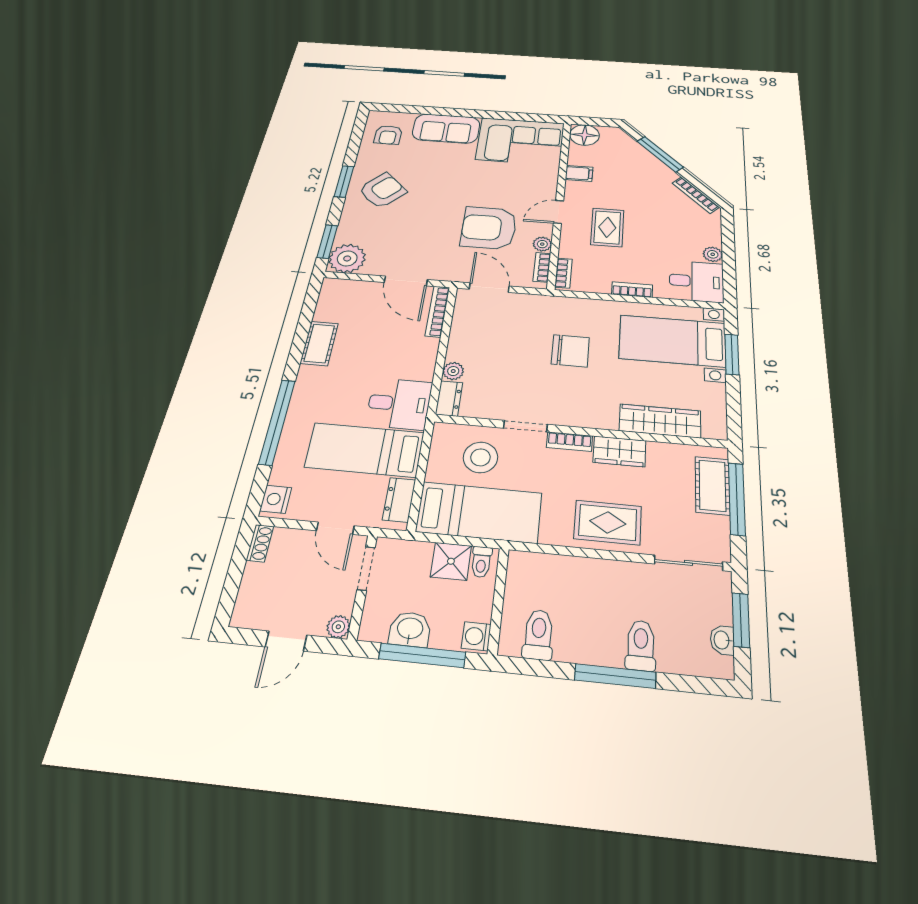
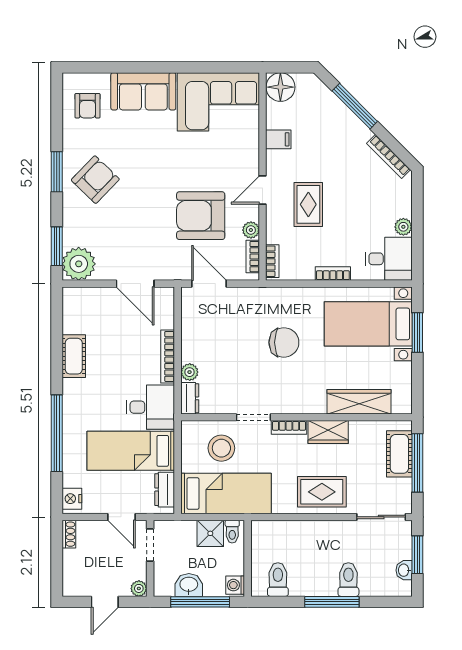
bookcase: (437, 311) -> (168, 356), moved

